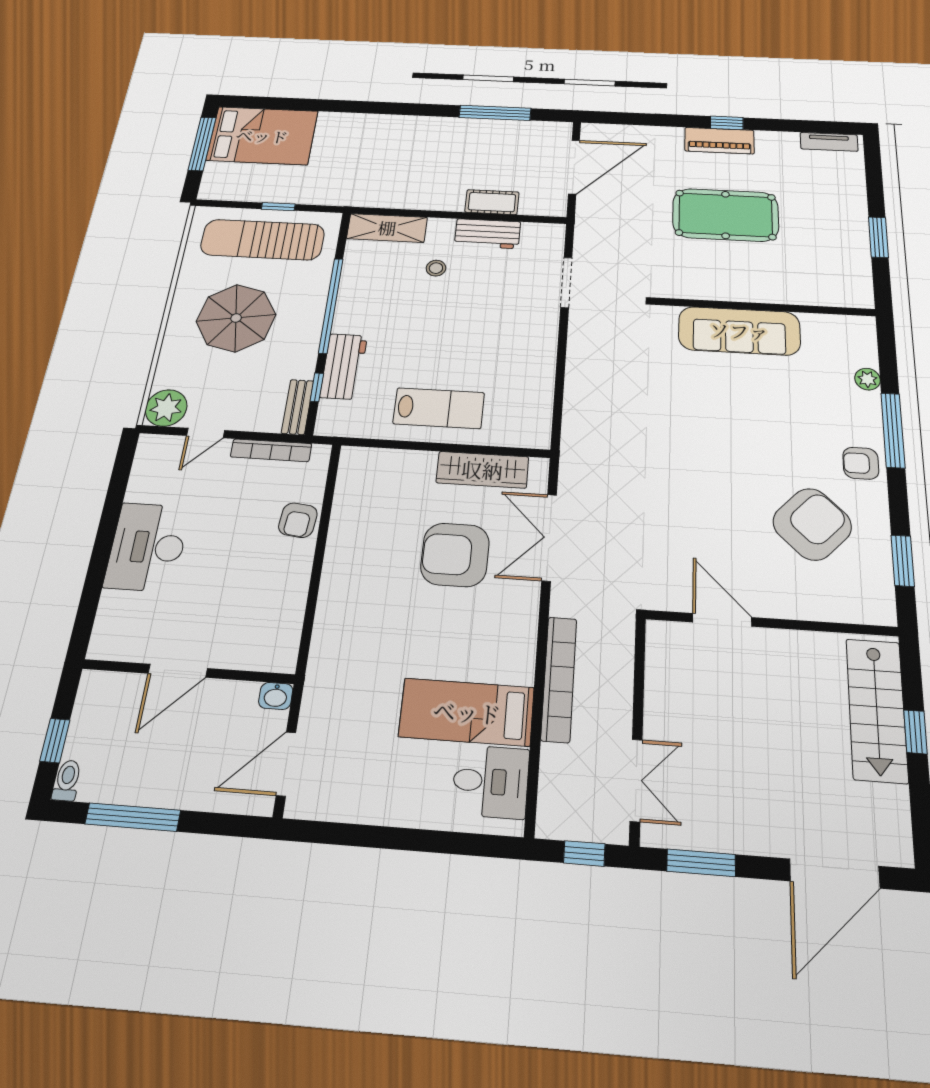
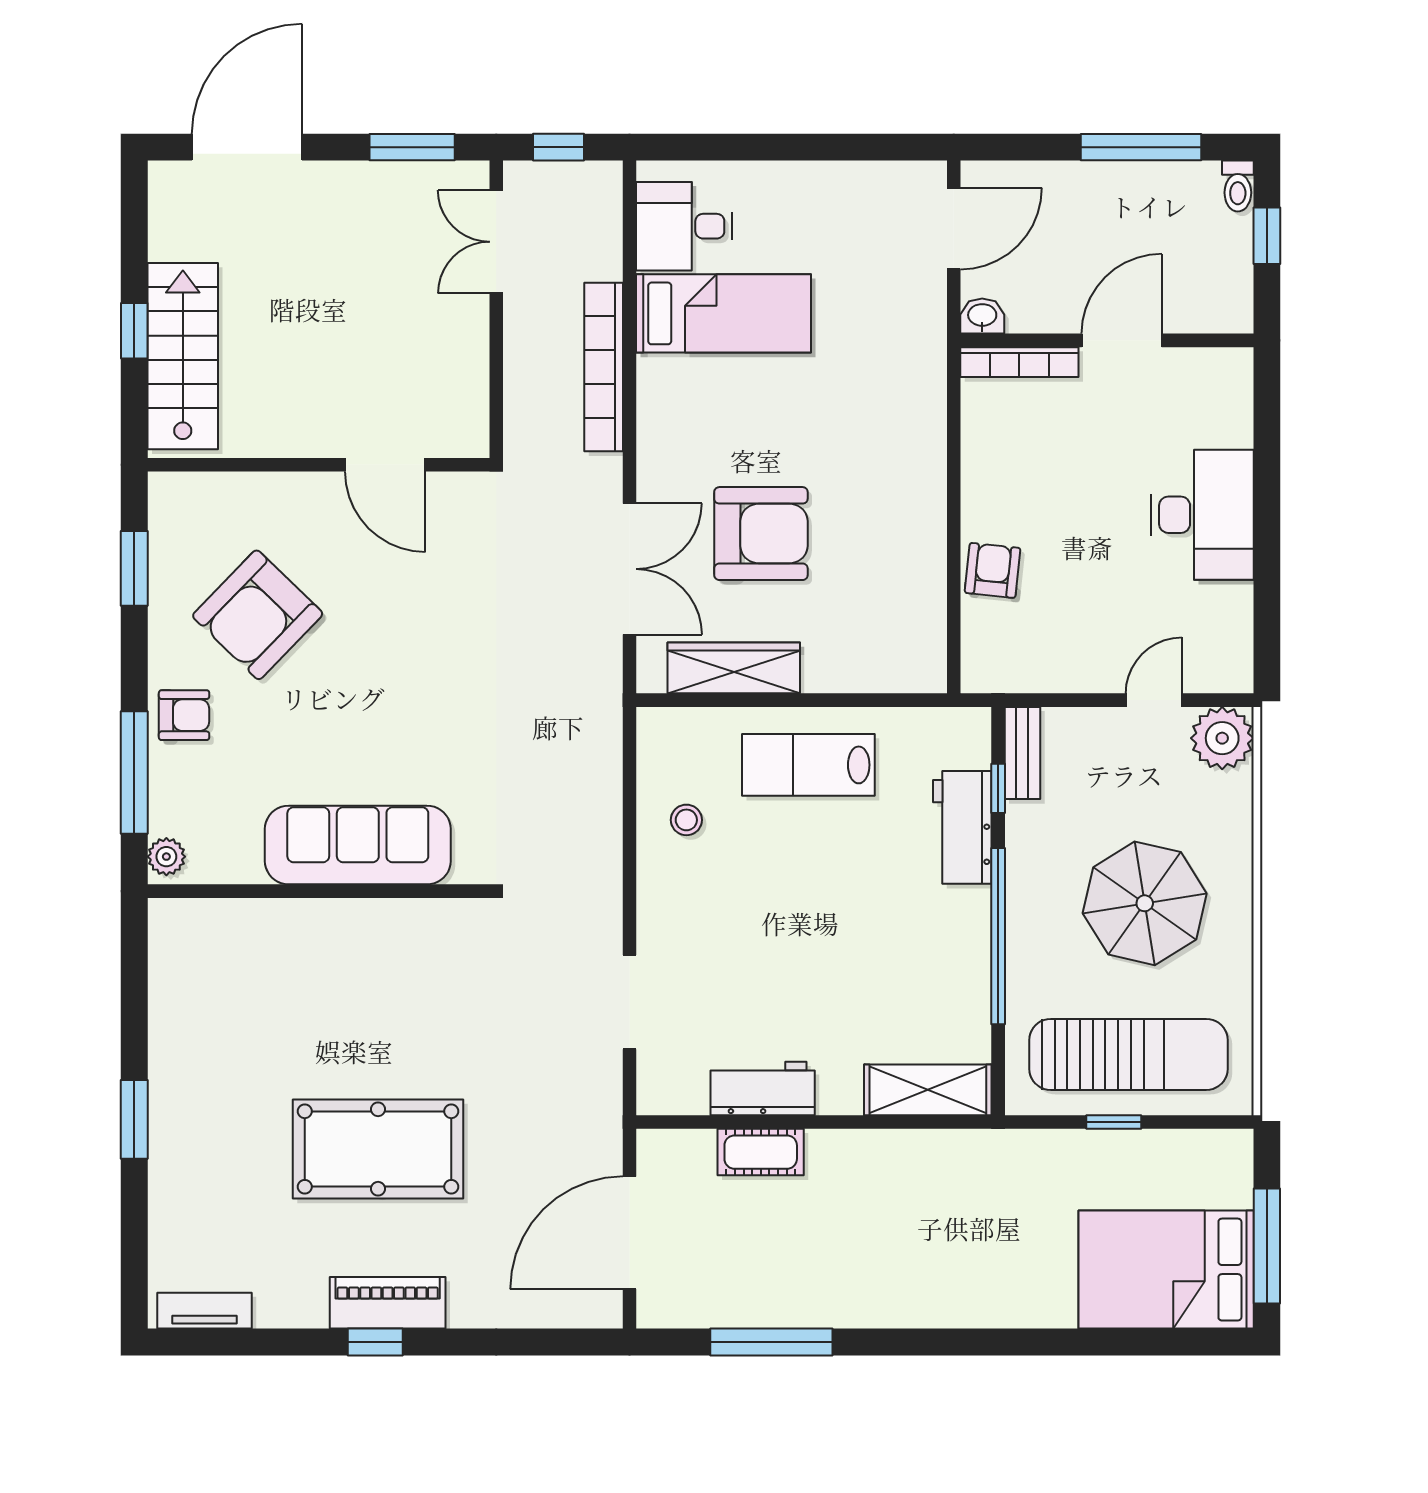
stool: (436, 268) -> (686, 820), moved
wall: (764, 307) -> (319, 891), moved
sofa: (739, 331) -> (358, 845), moved
bookcase: (271, 450) -> (1019, 362), moved, turned 180

